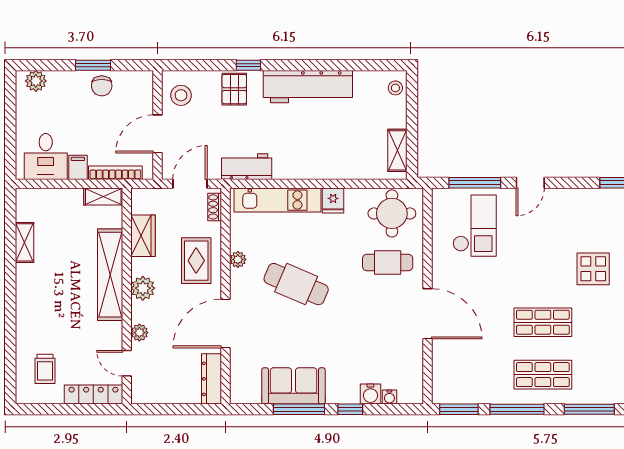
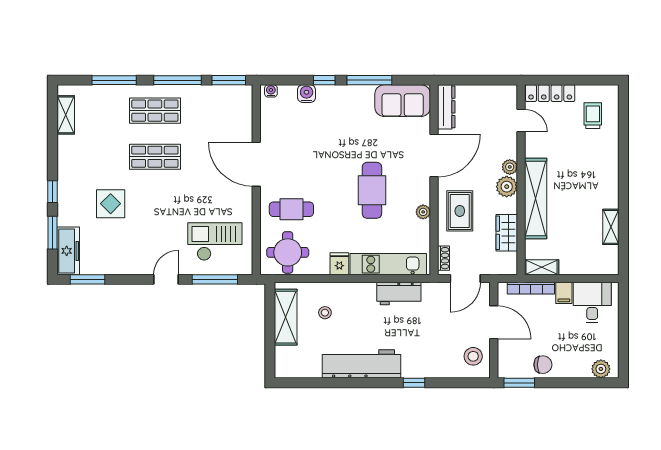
window: (93, 65) -> (519, 383), moved
chair: (102, 86) -> (543, 365), turned 90
stool: (395, 88) -> (325, 313), moved
pallet: (234, 89) -> (426, 362), removed
door: (158, 134) -> (494, 322), hinge flipped
shelving: (397, 150) -> (286, 317), width x1.50, depth x1.33
workbench: (247, 167) -> (399, 294), moved
checkout: (475, 226) -> (215, 242), turned 90
cafe table: (296, 284) -> (372, 190), turned 67
plant: (139, 333) -> (510, 167), moved
sofa: (293, 386) -> (403, 101), moved
water cooler: (389, 397) -> (271, 91), moved

